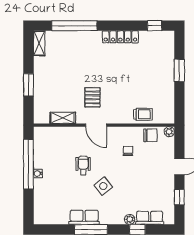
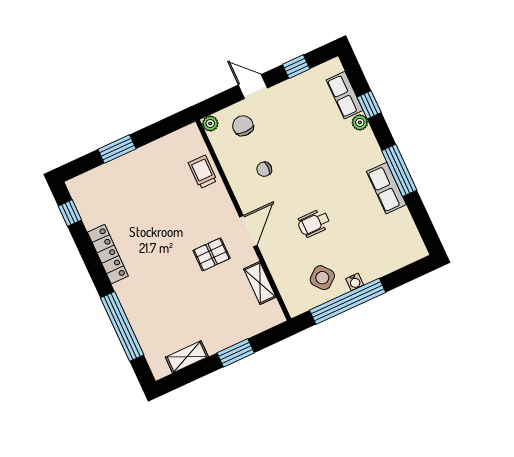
shelving: (39, 43) -> (187, 357), moved
chair: (150, 135) -> (243, 126), moved
side table: (103, 186) -> (322, 278), moved

